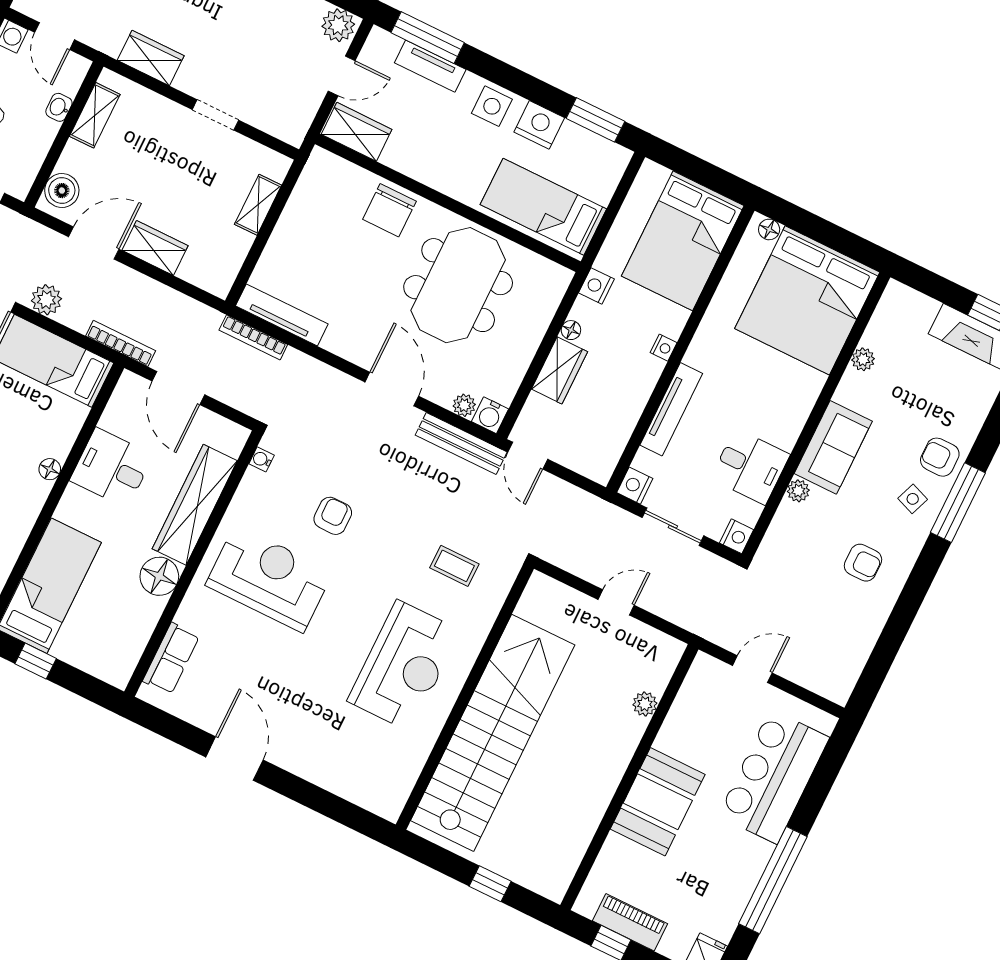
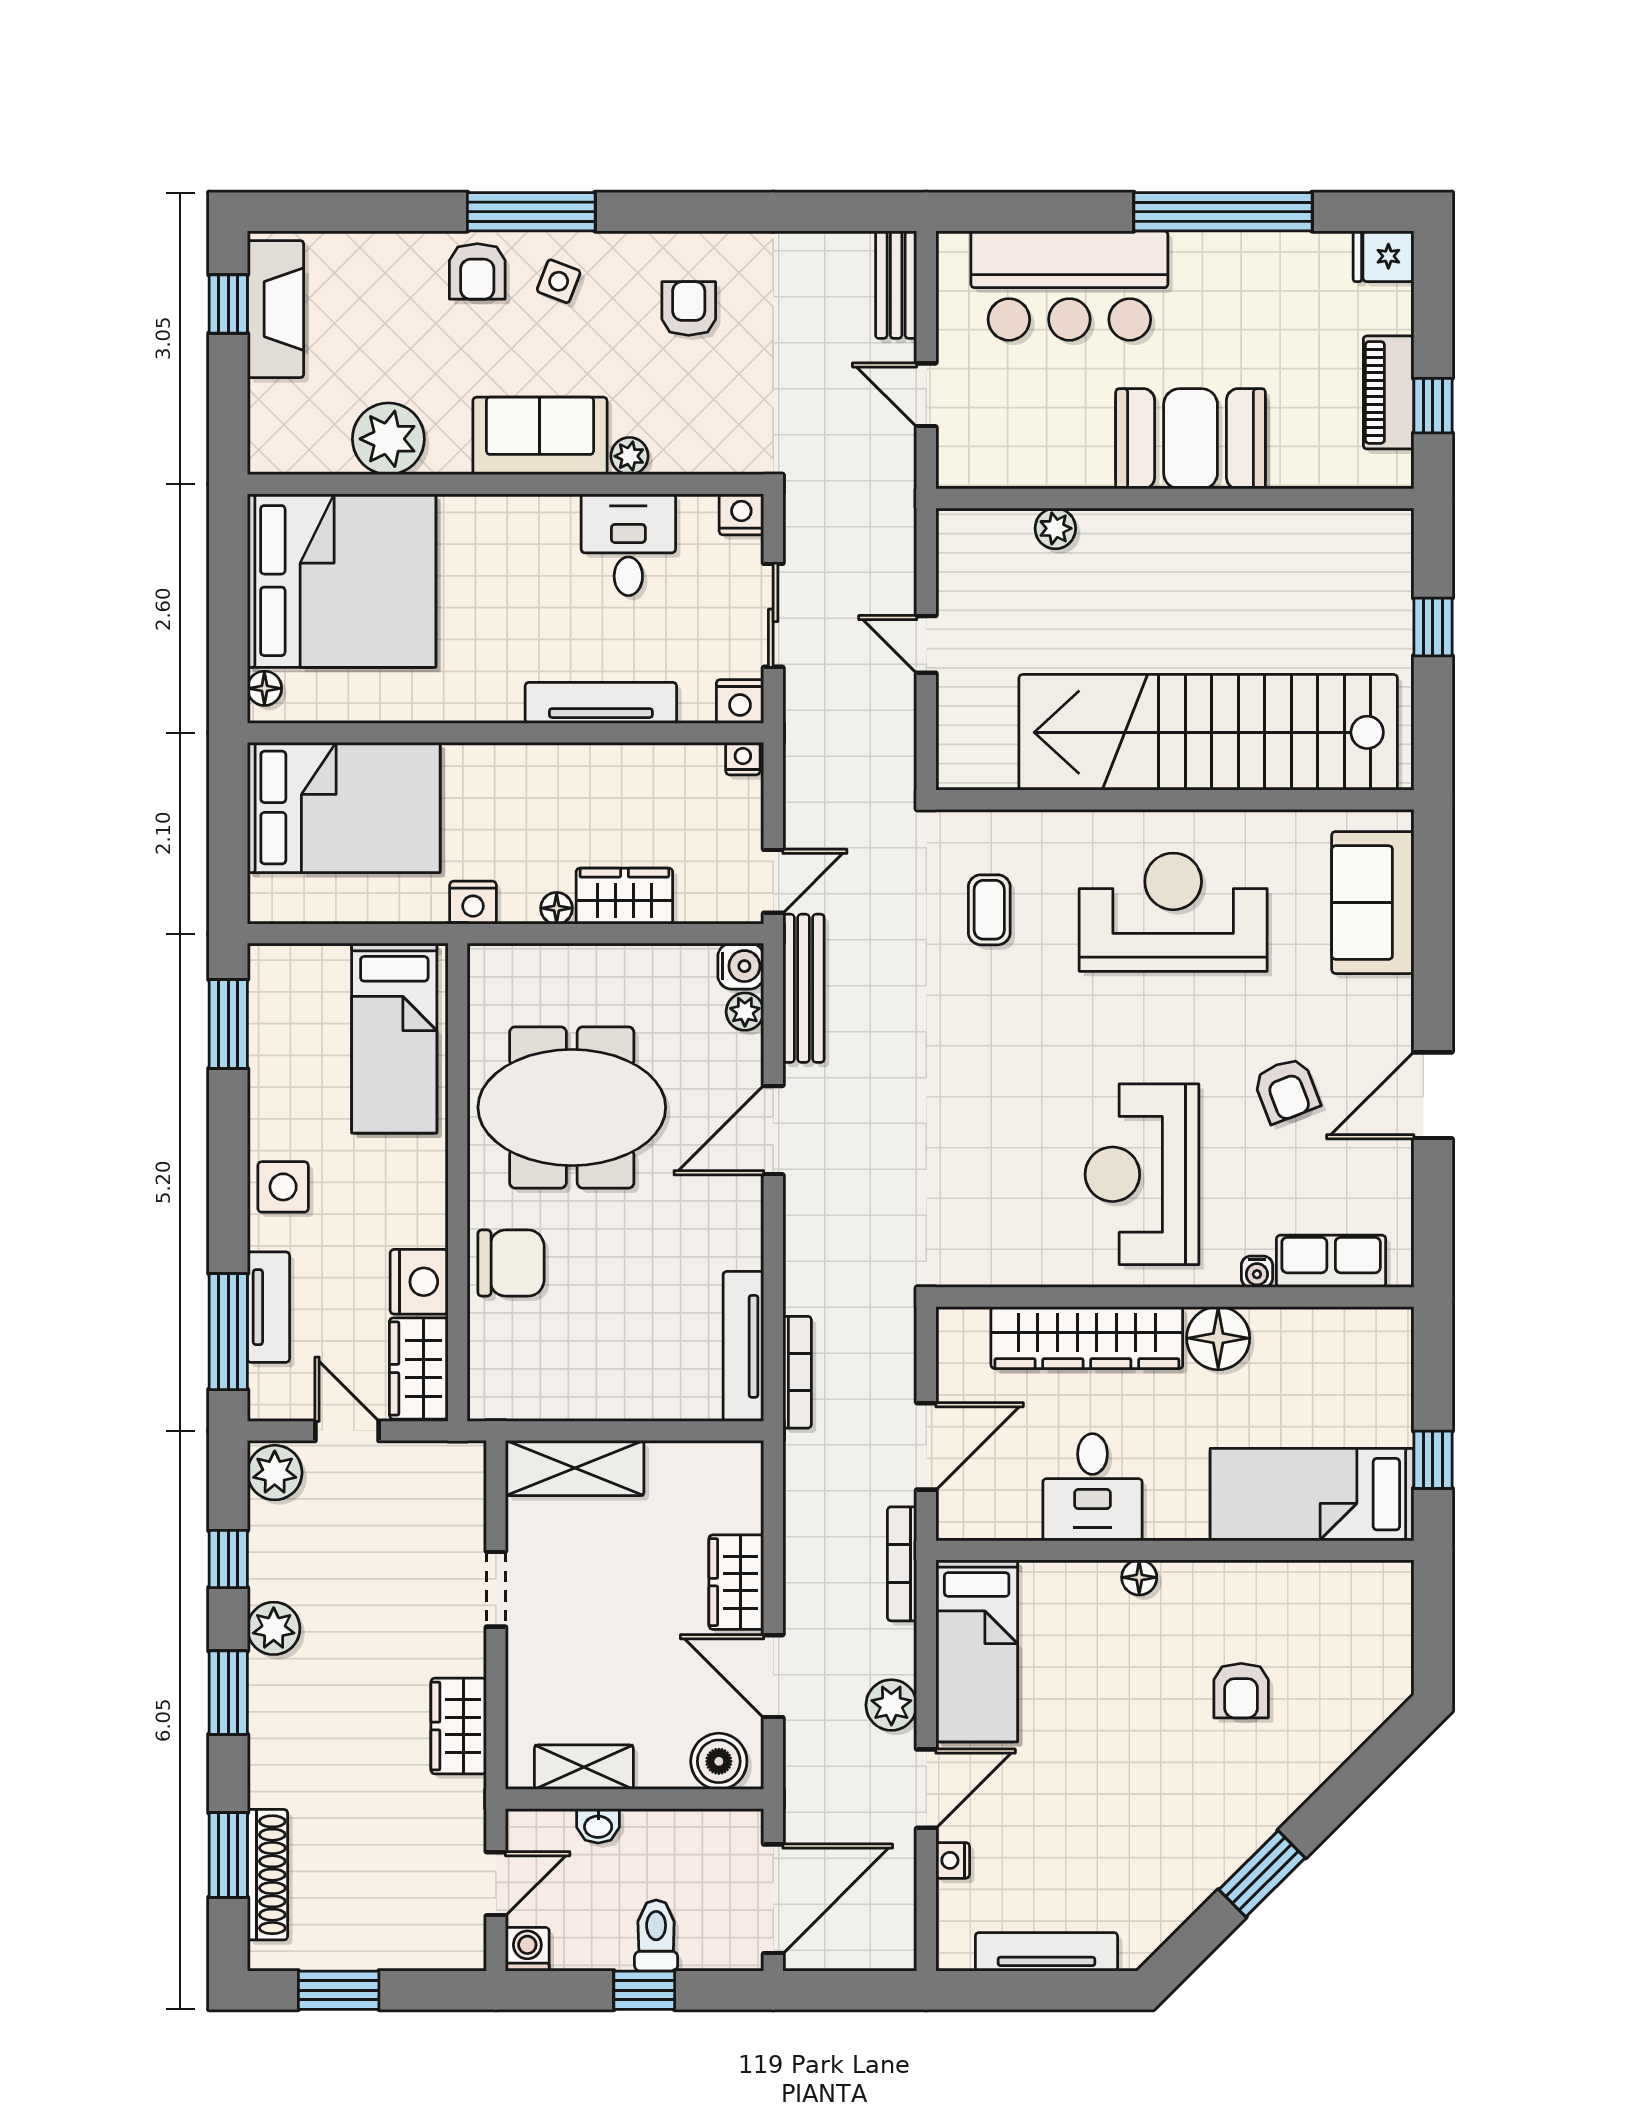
nightstand: (539, 125) -> (419, 1282), moved, turned 180
shelving: (258, 205) -> (575, 1468), width x1.50, depth x1.33
nightstand: (664, 348) -> (743, 759), moved
plant: (863, 359) -> (388, 439), width x1.88, depth x1.88
water cooler: (262, 459) -> (1257, 1272), moved
armchair: (333, 516) -> (1286, 1090), moved, turned -111
bench: (821, 682) -> (896, 285), added
sofa: (356, 777) -> (1373, 903), added

